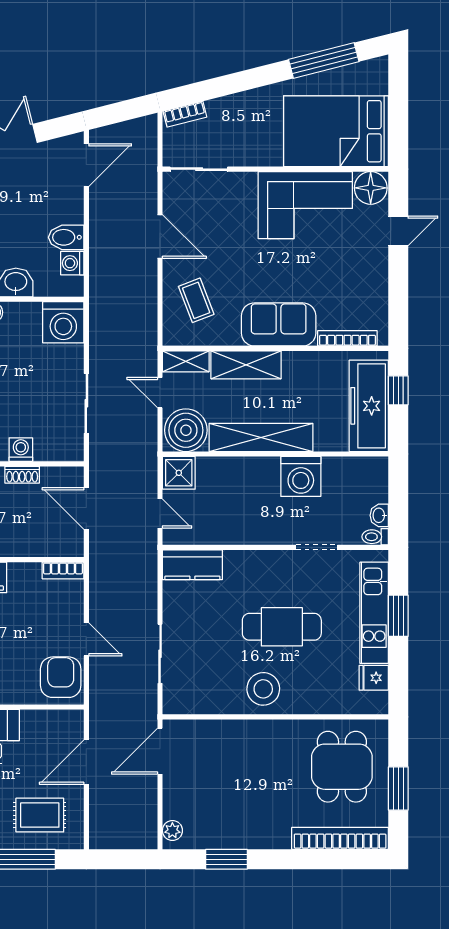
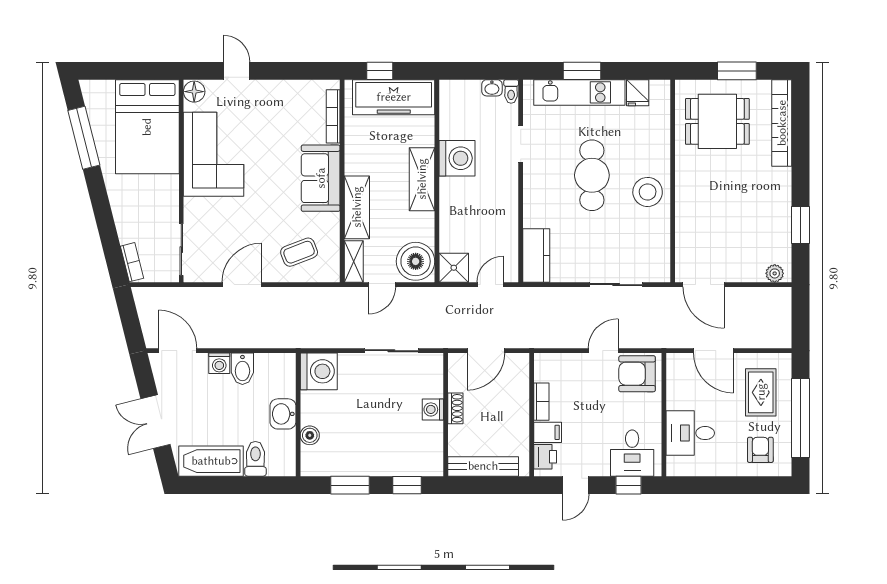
floor lamp: (371, 188) -> (194, 92), width x0.73, depth x0.73
washing machine: (72, 263) -> (219, 363), moved
shelving: (261, 437) -> (422, 179), width x0.68
bookcase: (63, 570) -> (541, 402), moved

